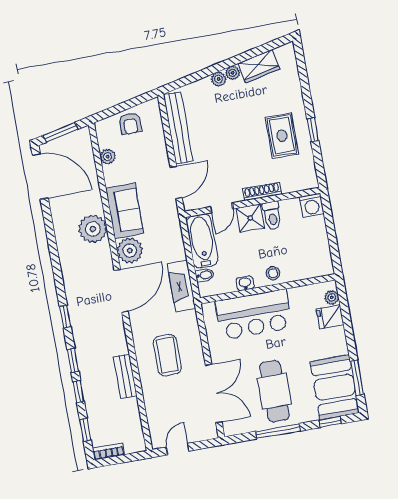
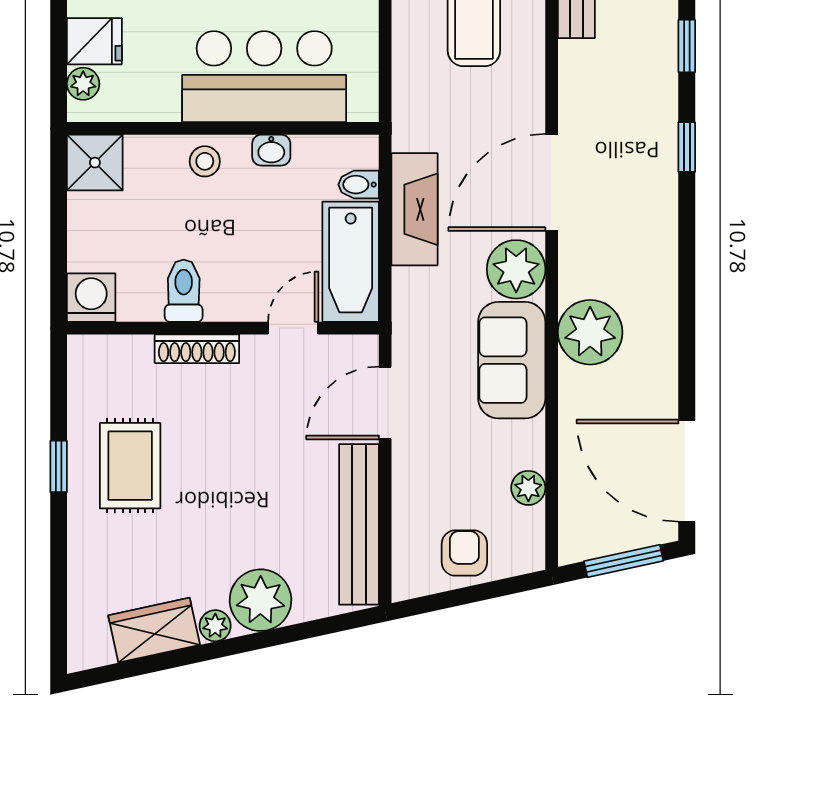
plant: (218, 79) -> (260, 600), width x1.88, depth x1.88
shower: (250, 218) -> (95, 163), moved
fireplace: (181, 286) -> (415, 209), moved

